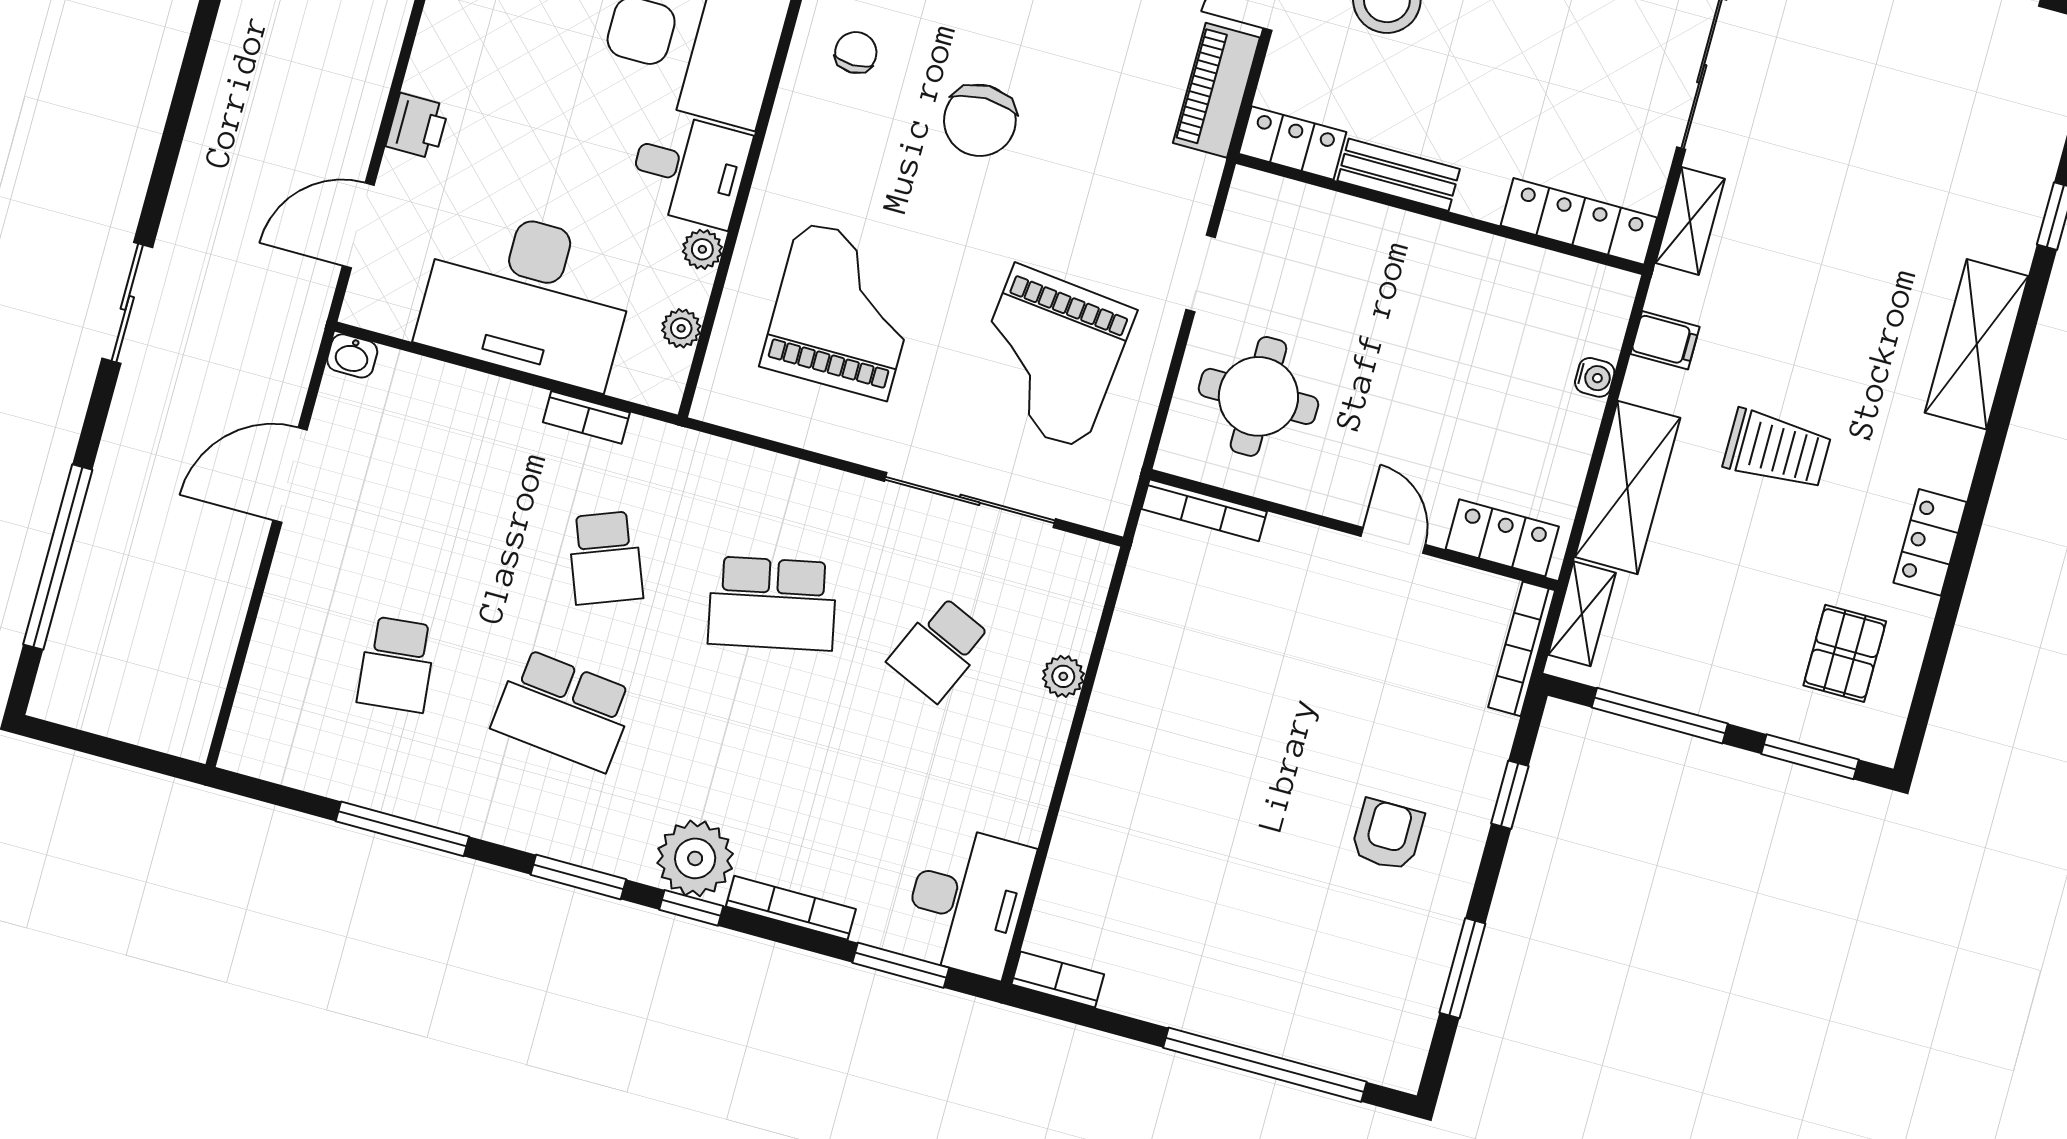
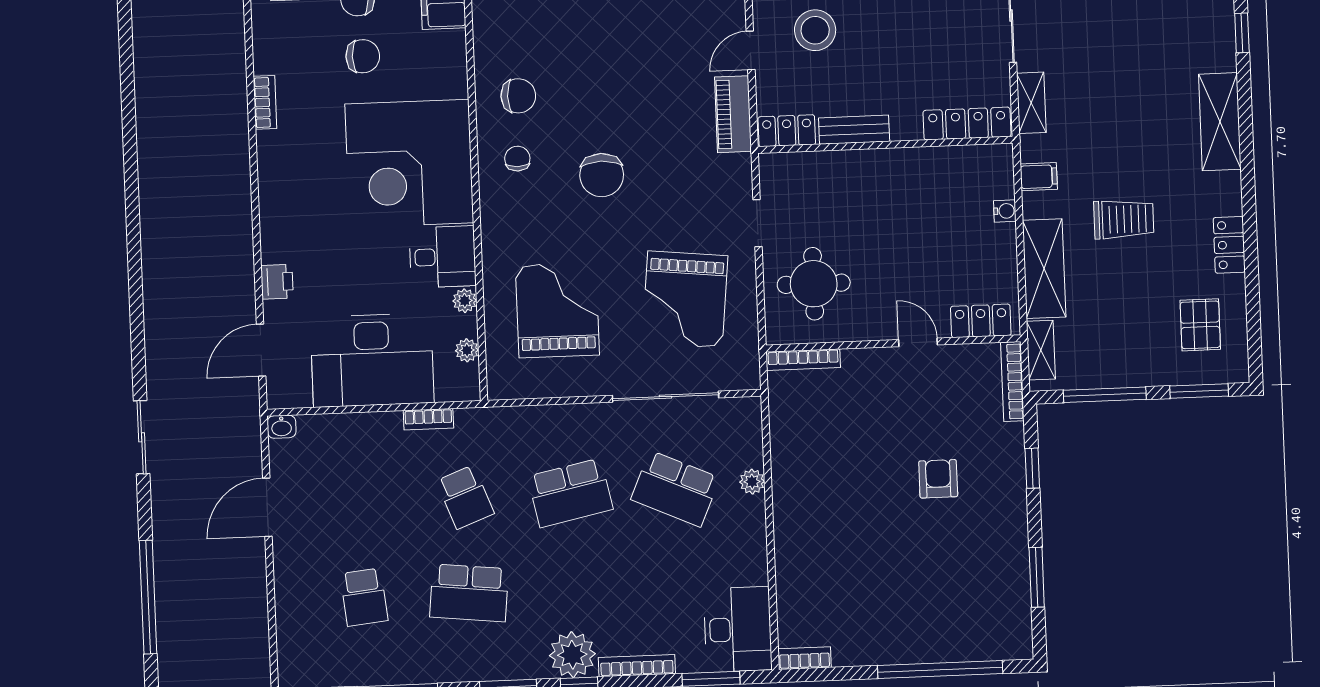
school desk: (939, 649) -> (675, 489), width x1.85
armchair: (1387, 835) -> (938, 479), moved

